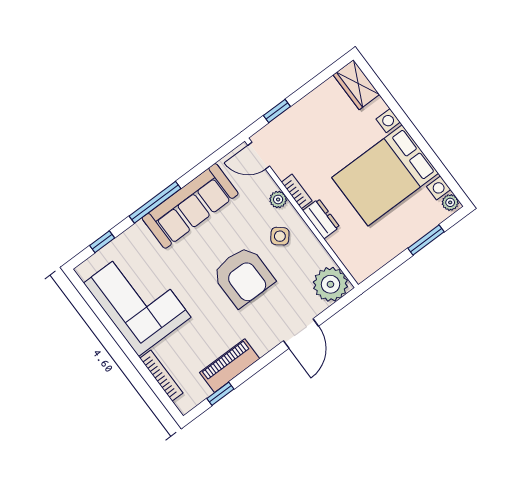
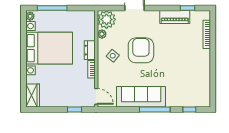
plant: (278, 199) -> (102, 34), moved
window: (426, 240) -> (52, 8), width x1.44
corner sofa: (137, 300) -> (193, 74), removed

